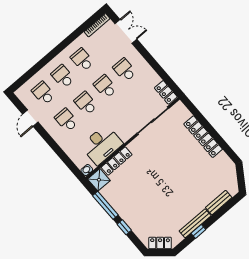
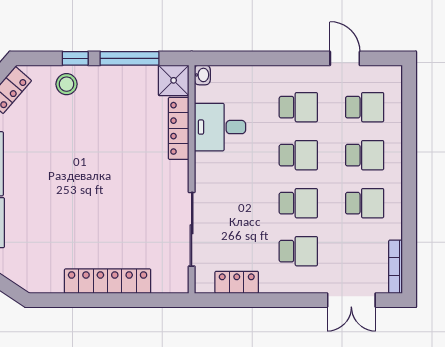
locker: (166, 92) -> (237, 282), moved
desk: (102, 145) -> (220, 127), width x0.73
stool: (138, 222) -> (67, 84), added

